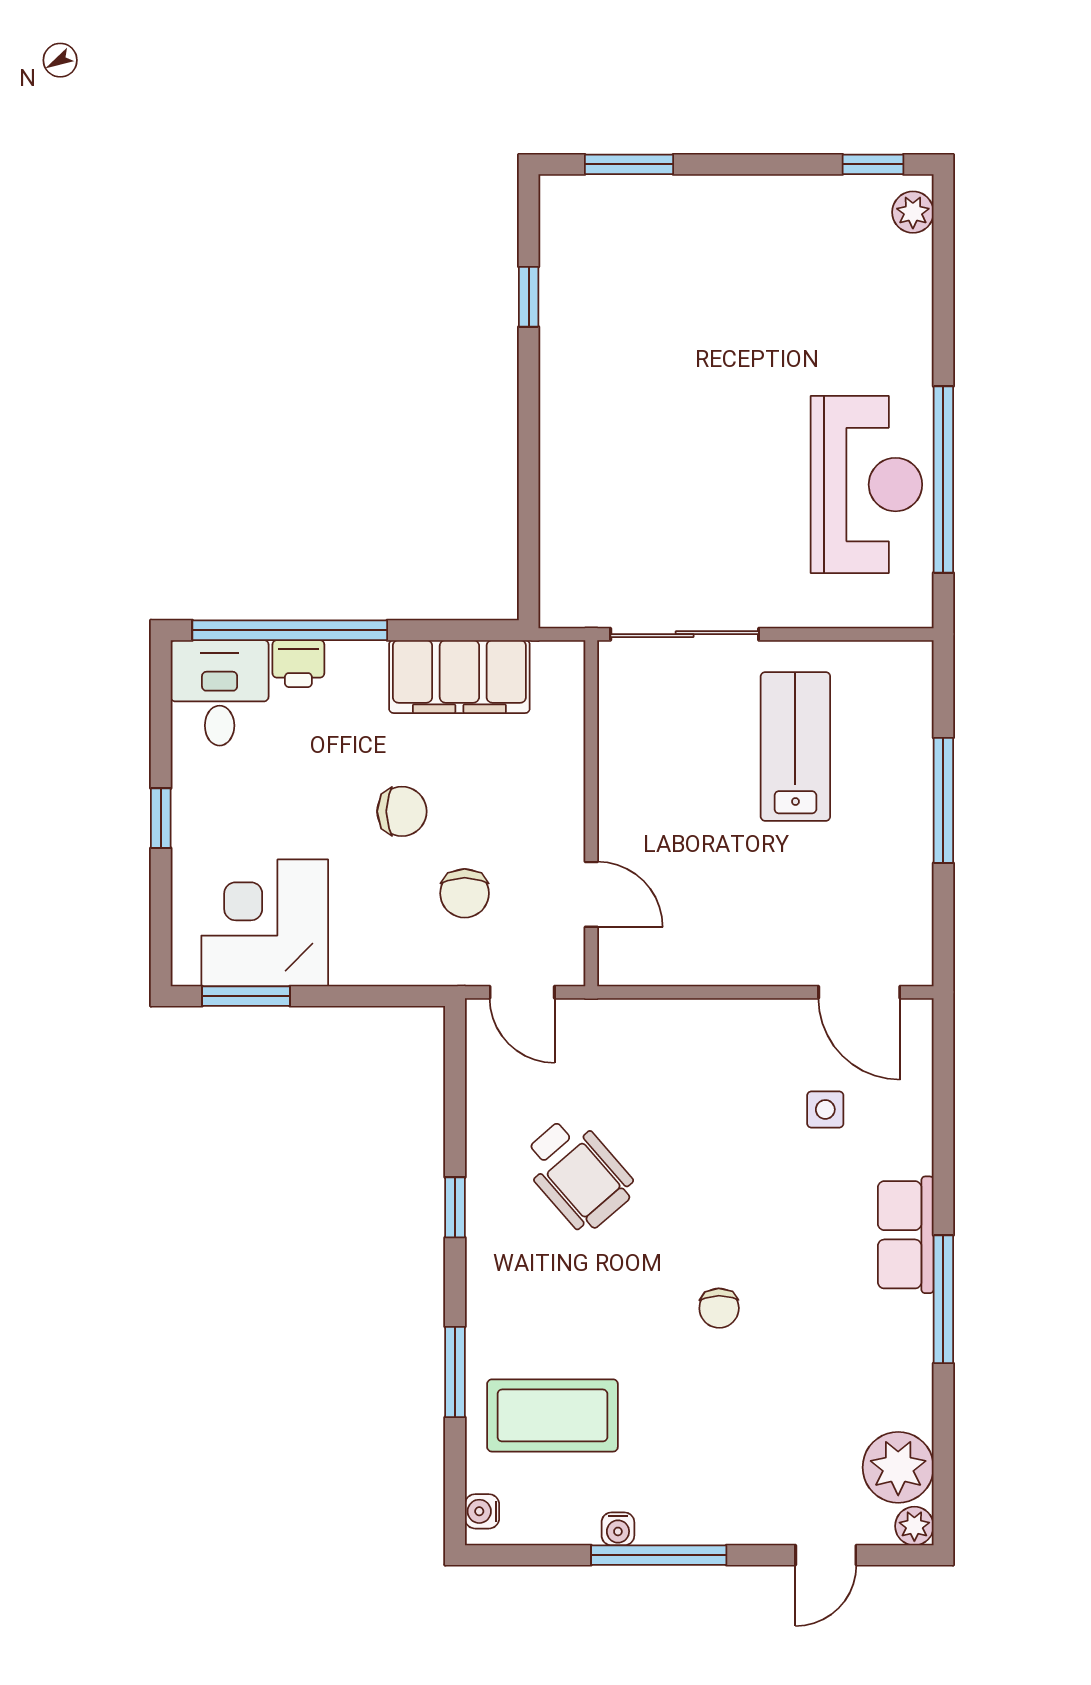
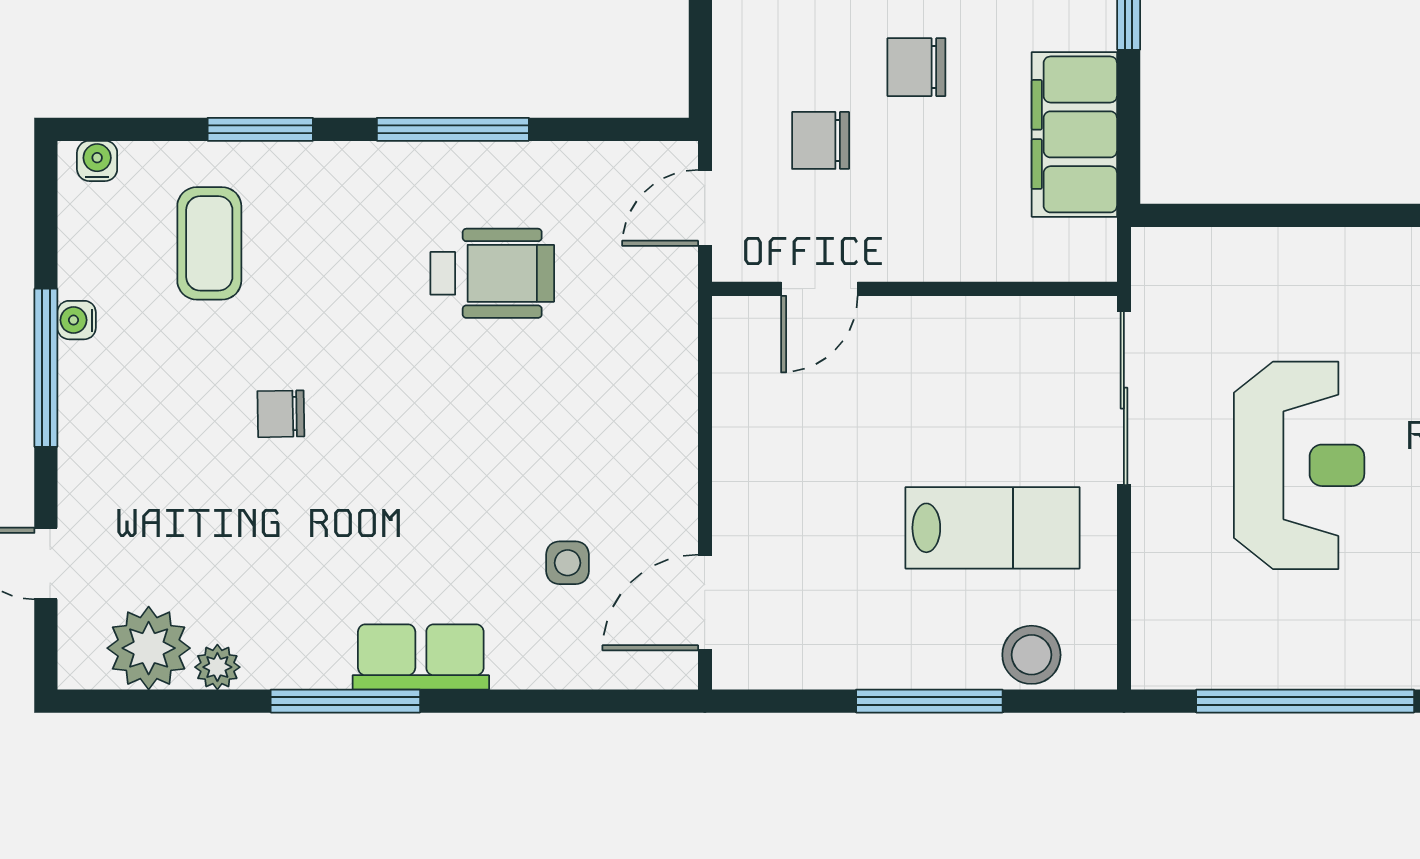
reception desk: (866, 485) -> (1299, 465), moved, turned -90
stool: (904, 713) -> (1031, 655), added
chair: (402, 811) -> (916, 67), turned 90
wheelchair: (578, 1174) -> (492, 273), turned -139
window: (455, 1207) -> (453, 129), width x2.17
chair: (719, 1308) -> (281, 414), moved
coffee table: (552, 1415) -> (209, 243), width x0.73, depth x0.76
plant: (914, 1526) -> (217, 667), moved

